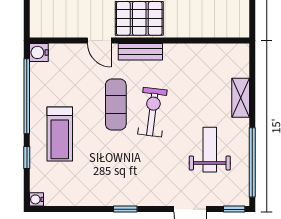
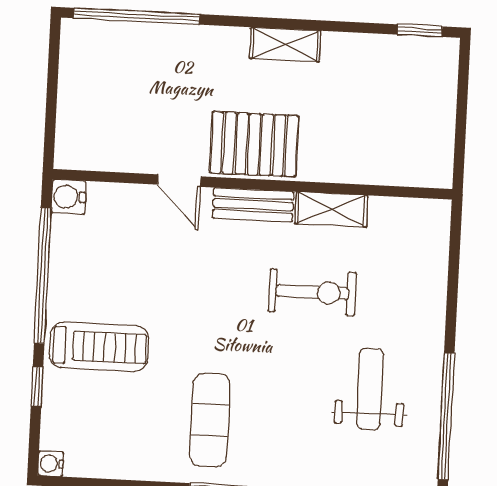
shelving: (241, 98) -> (331, 209), moved, turned 90
exercise mat: (116, 105) -> (210, 420), moved
exercise bike: (152, 112) -> (312, 292), moved, turned 83
treadmill: (60, 134) -> (99, 347), turned -90

